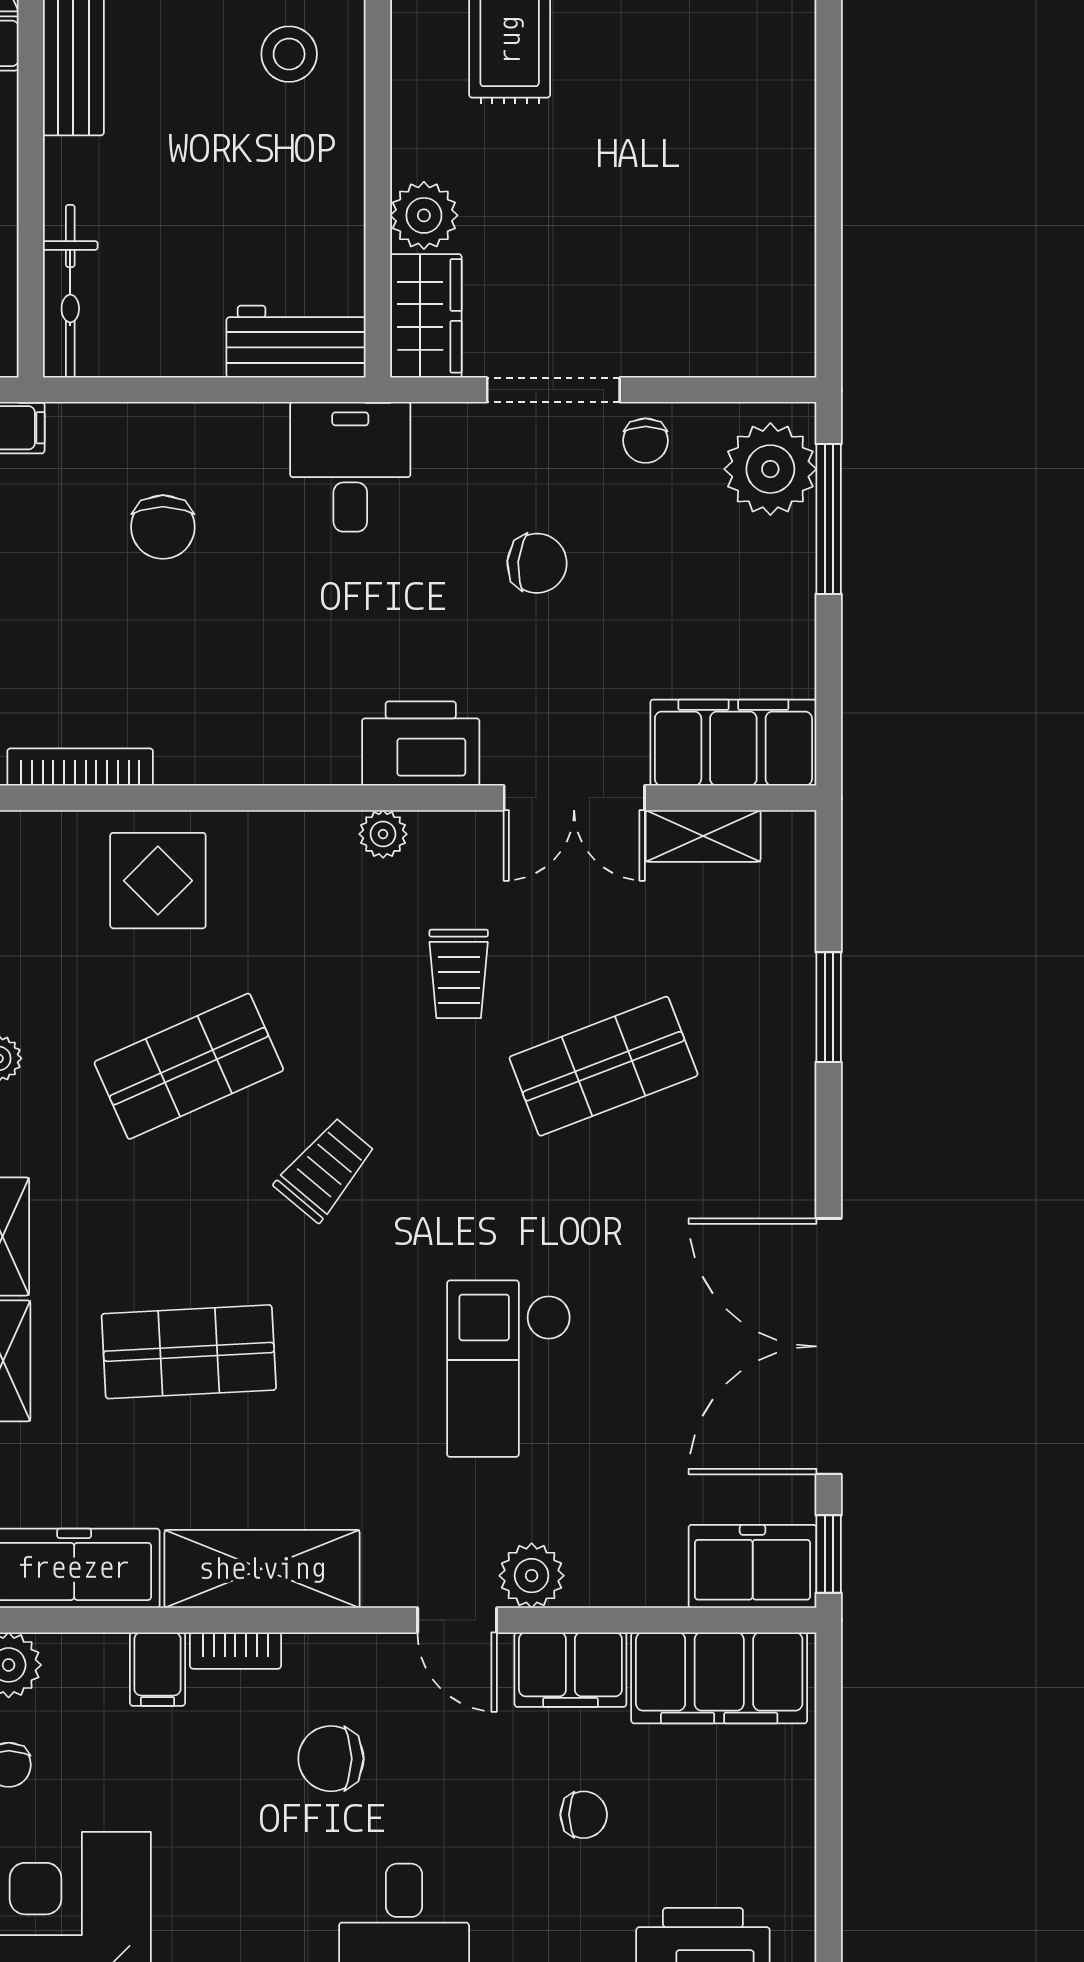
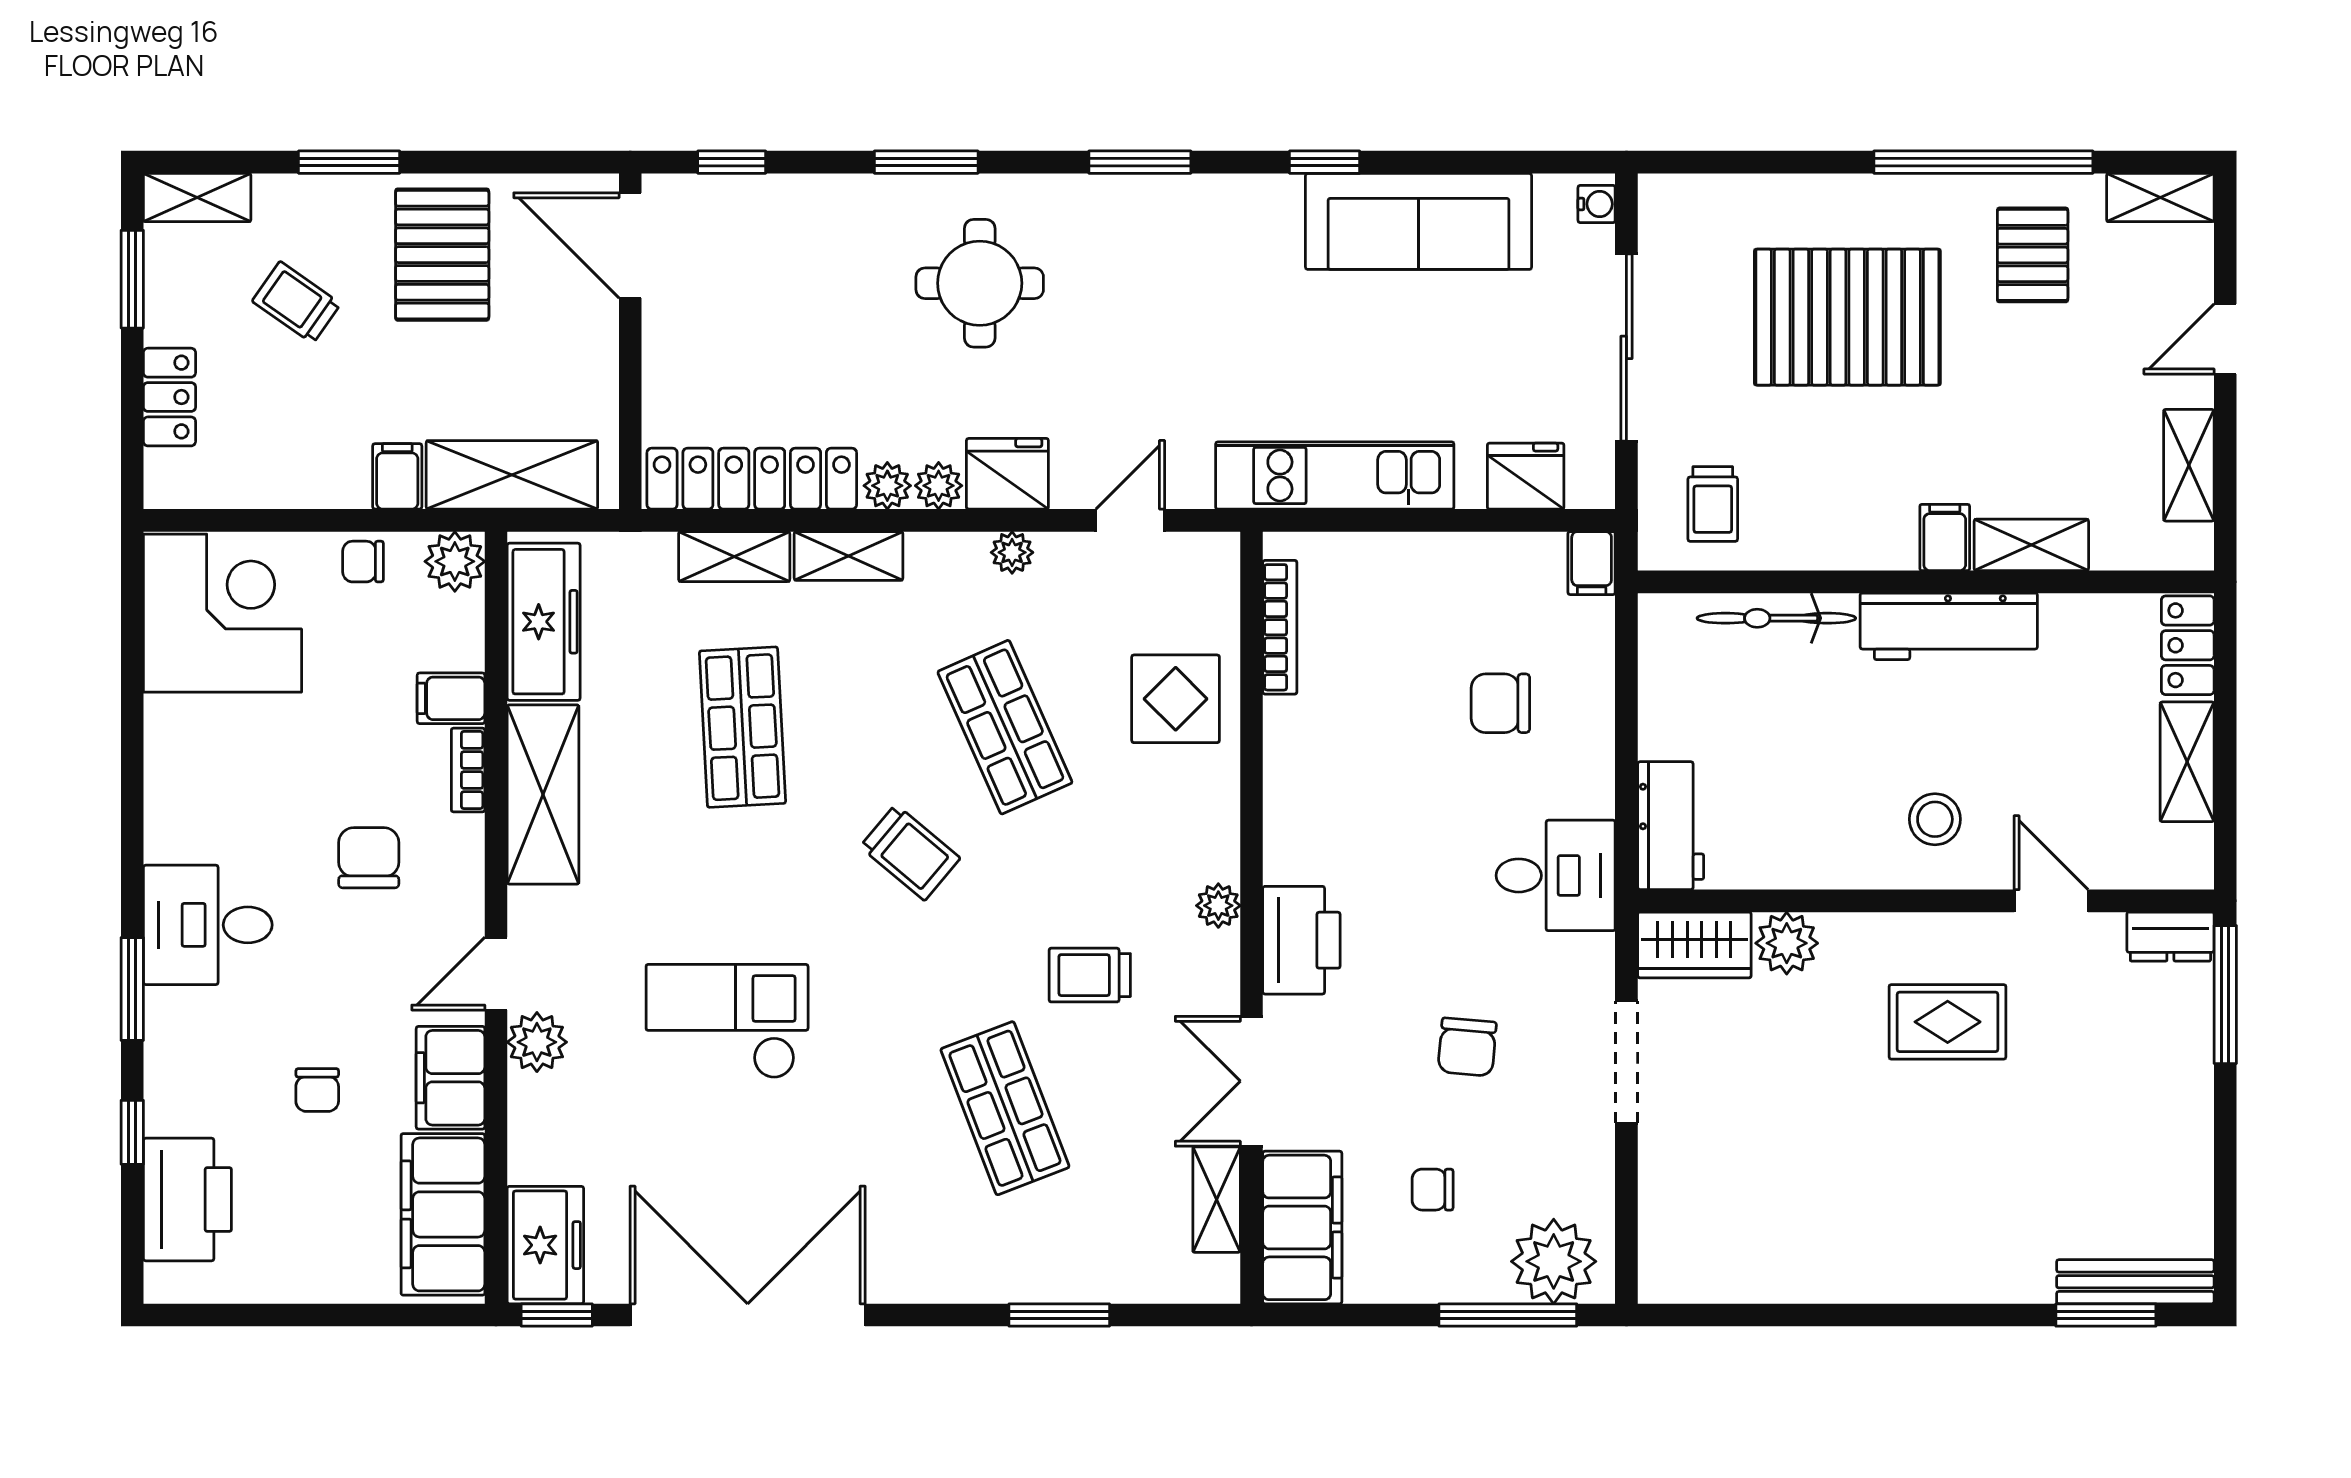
bicycle: (70, 291) -> (1776, 618), moved
chair: (646, 441) -> (1433, 1190), moved

